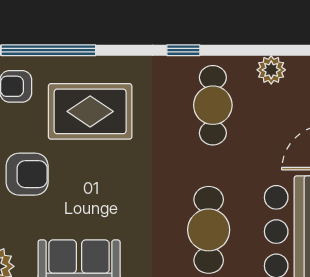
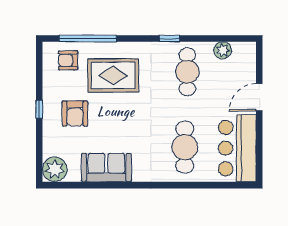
armchair: (27, 174) -> (75, 113), turned 90

